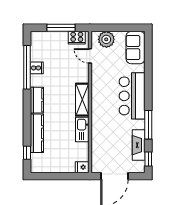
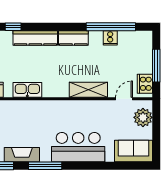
shelving: (82, 100) -> (88, 90), moved
kitchen sink: (82, 130) -> (27, 90), moved

